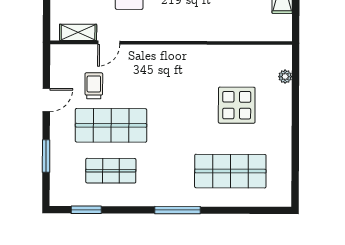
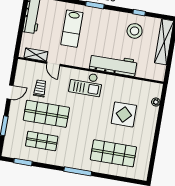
workbench: (206, 27) -> (113, 65), added
door: (109, 43) -> (53, 64), hinge flipped
checkout: (167, 66) -> (86, 84), added

